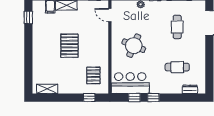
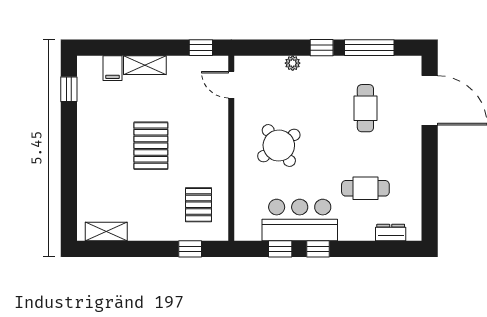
round table: (134, 46) -> (279, 146), turned 32
bar counter: (130, 83) -> (300, 220), moved

